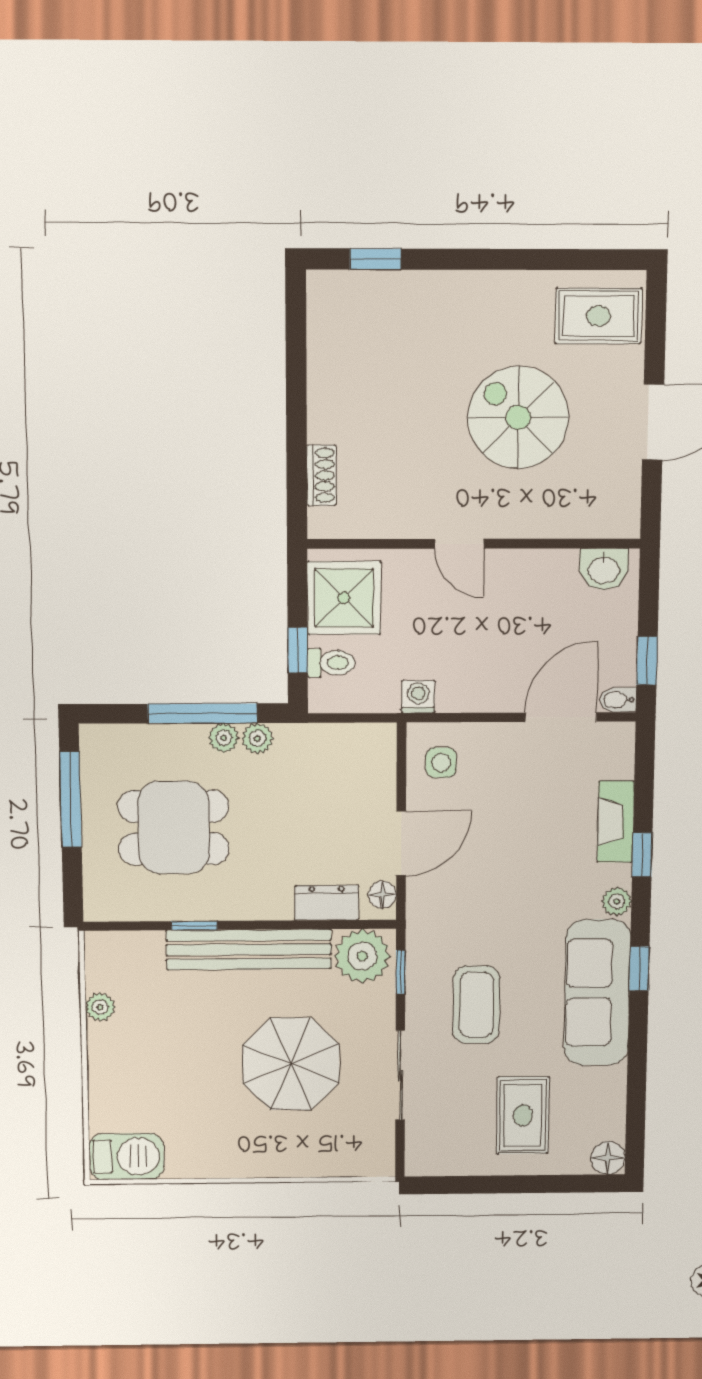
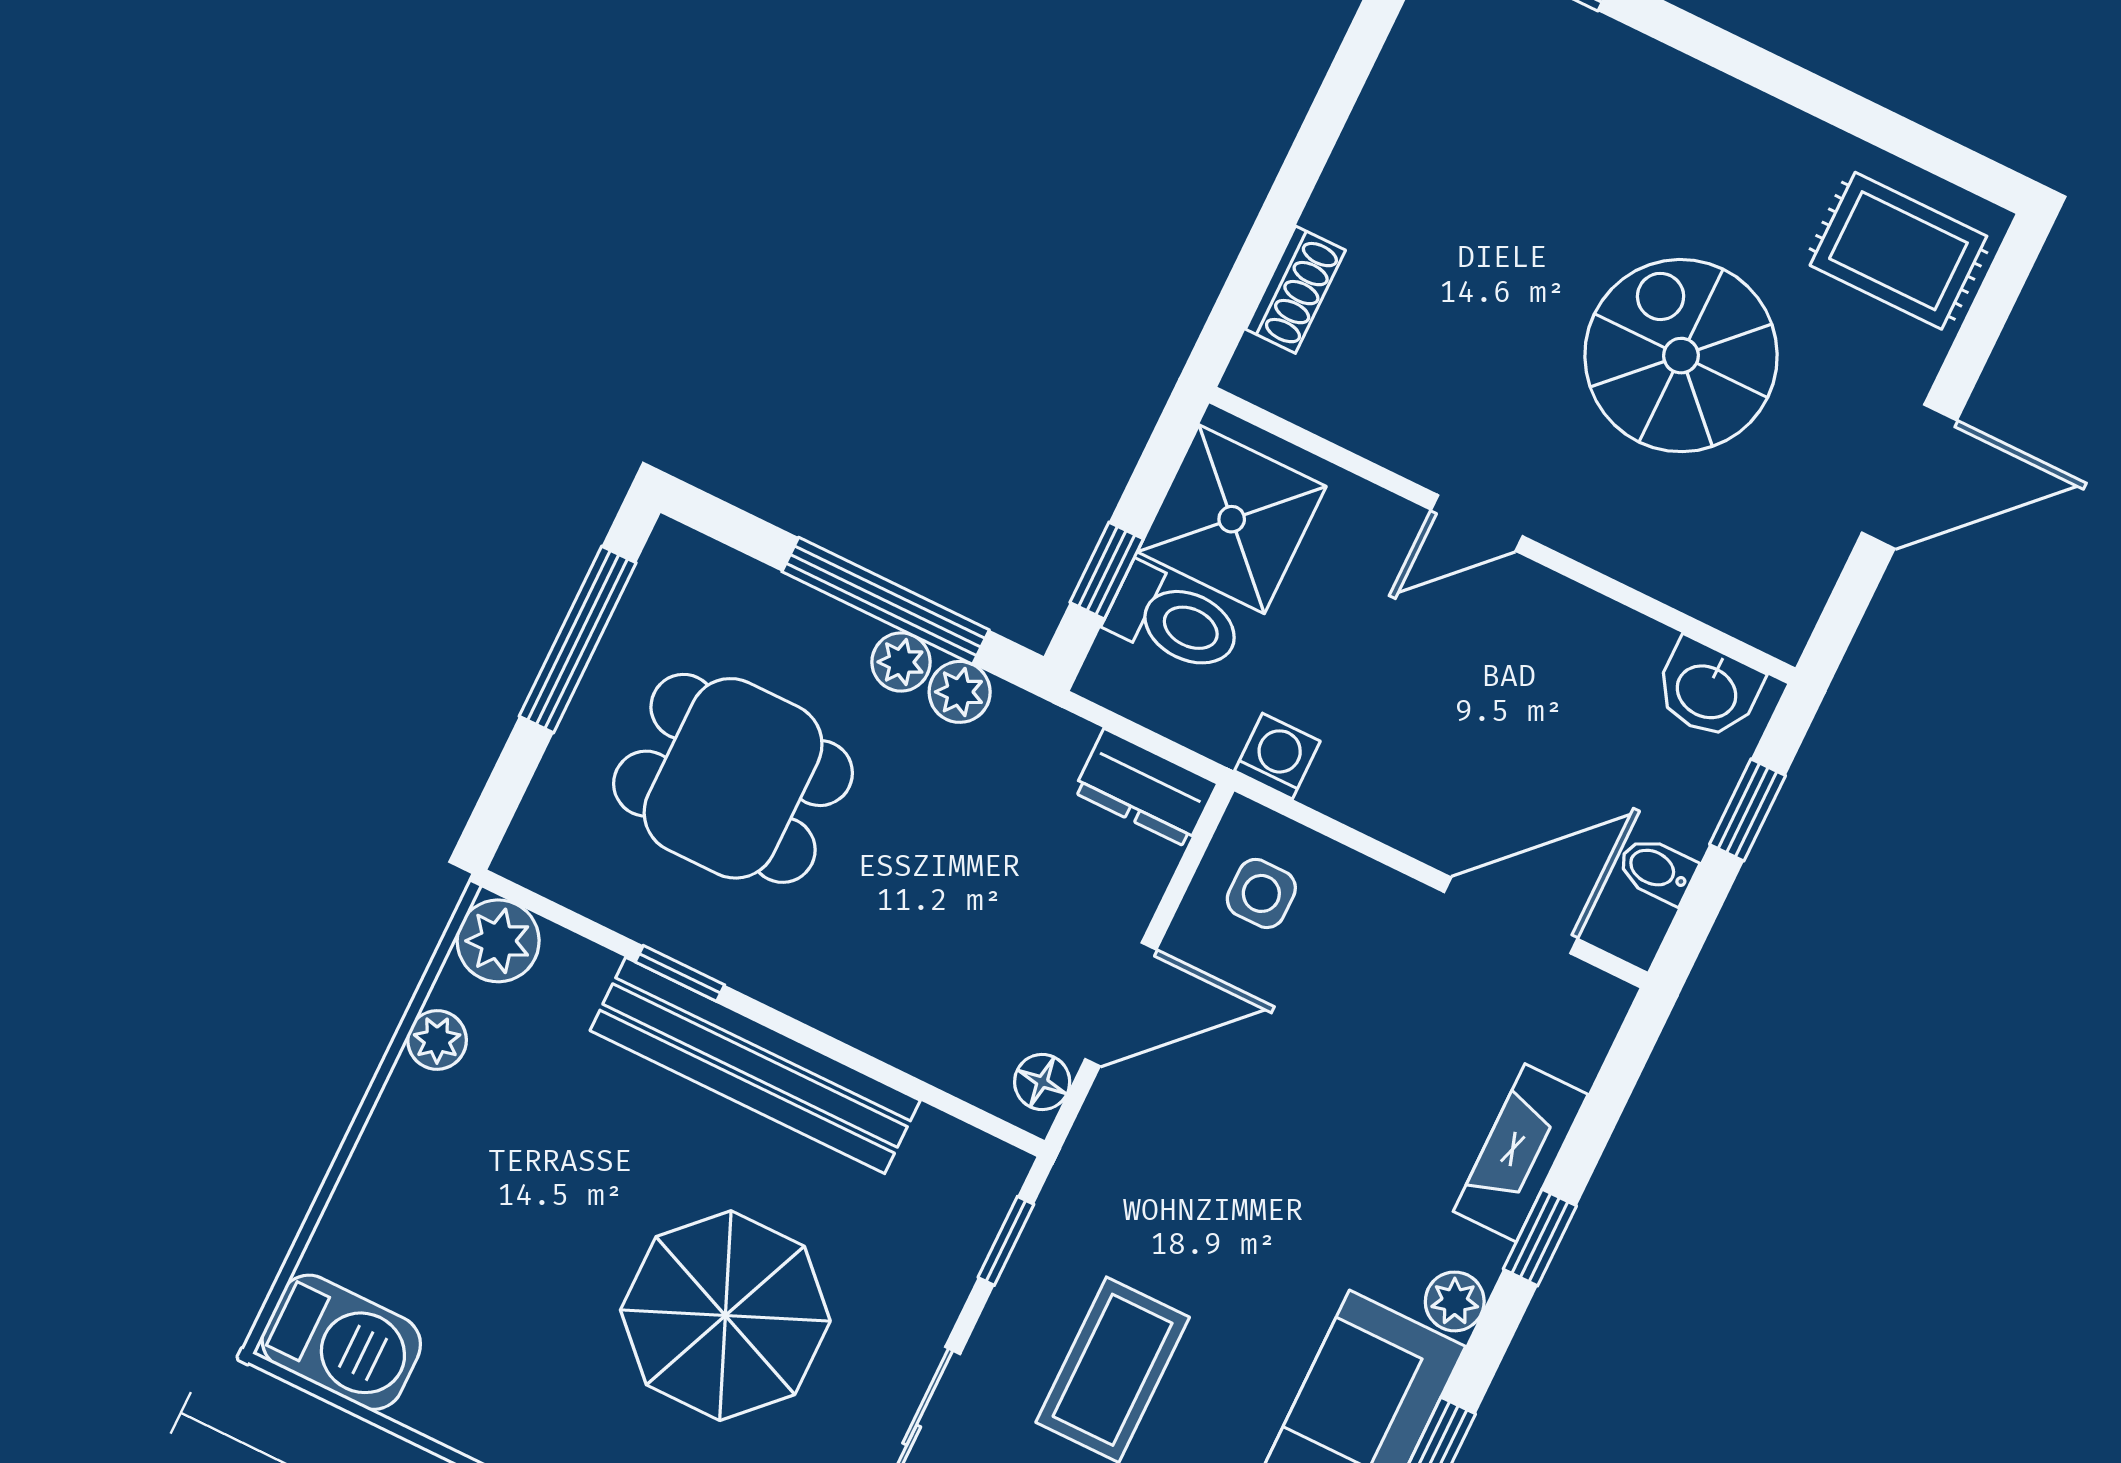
door: (459, 544) -> (1477, 523), hinge flipped
window: (647, 661) -> (1747, 810), moved
toilet: (331, 663) -> (1175, 620), width x1.37, depth x1.39
bidet: (618, 700) -> (1657, 870), moved
dresser: (327, 903) -> (1145, 788), moved, turned 180
plant: (362, 956) -> (498, 941), moved, width x0.73, depth x0.73

